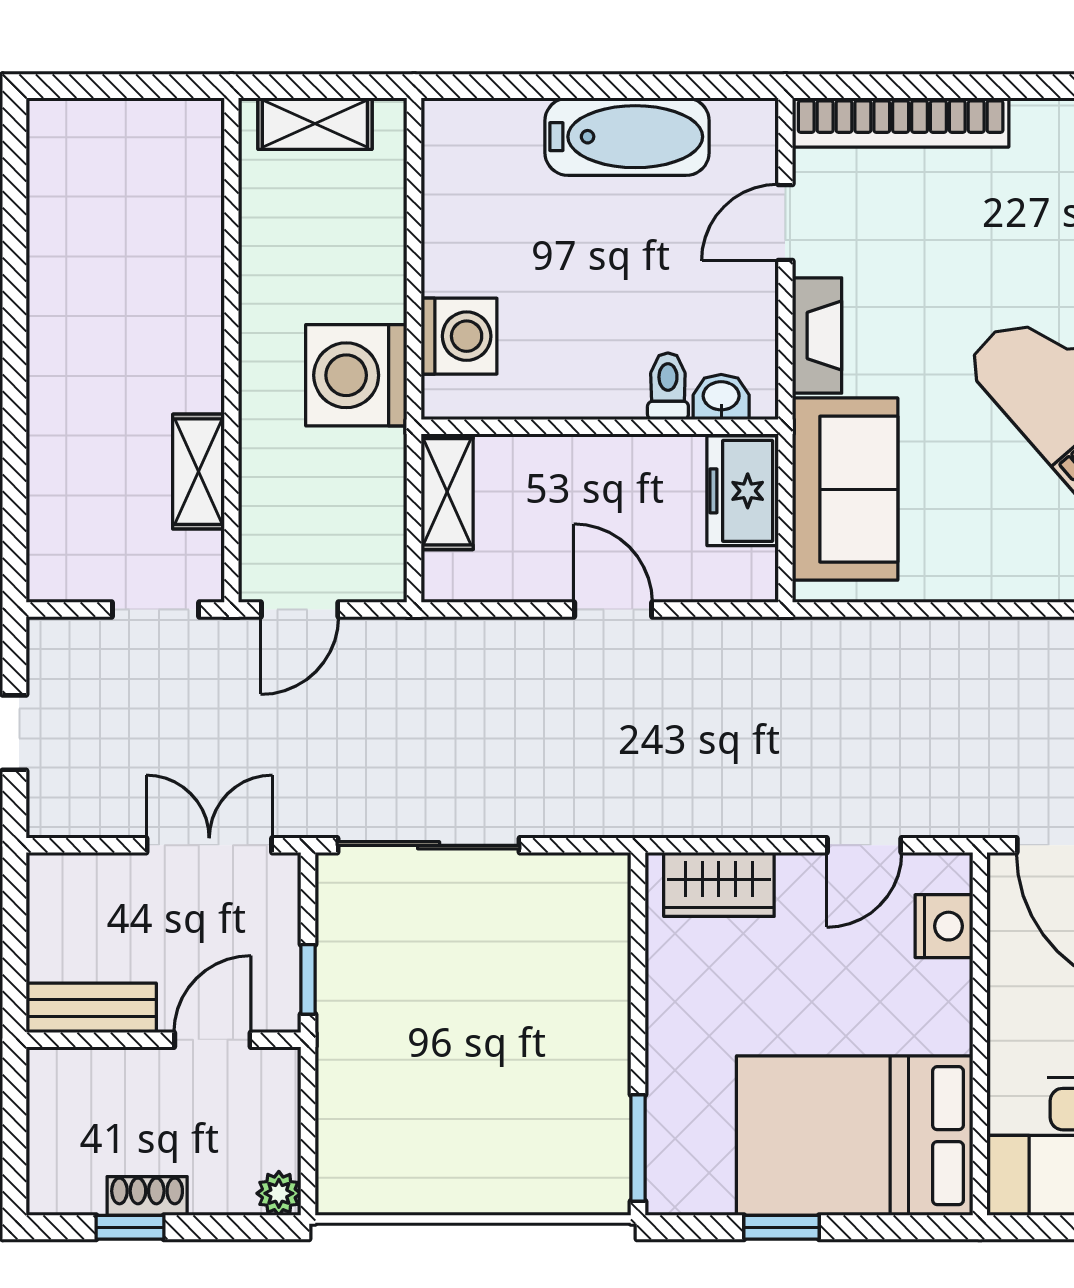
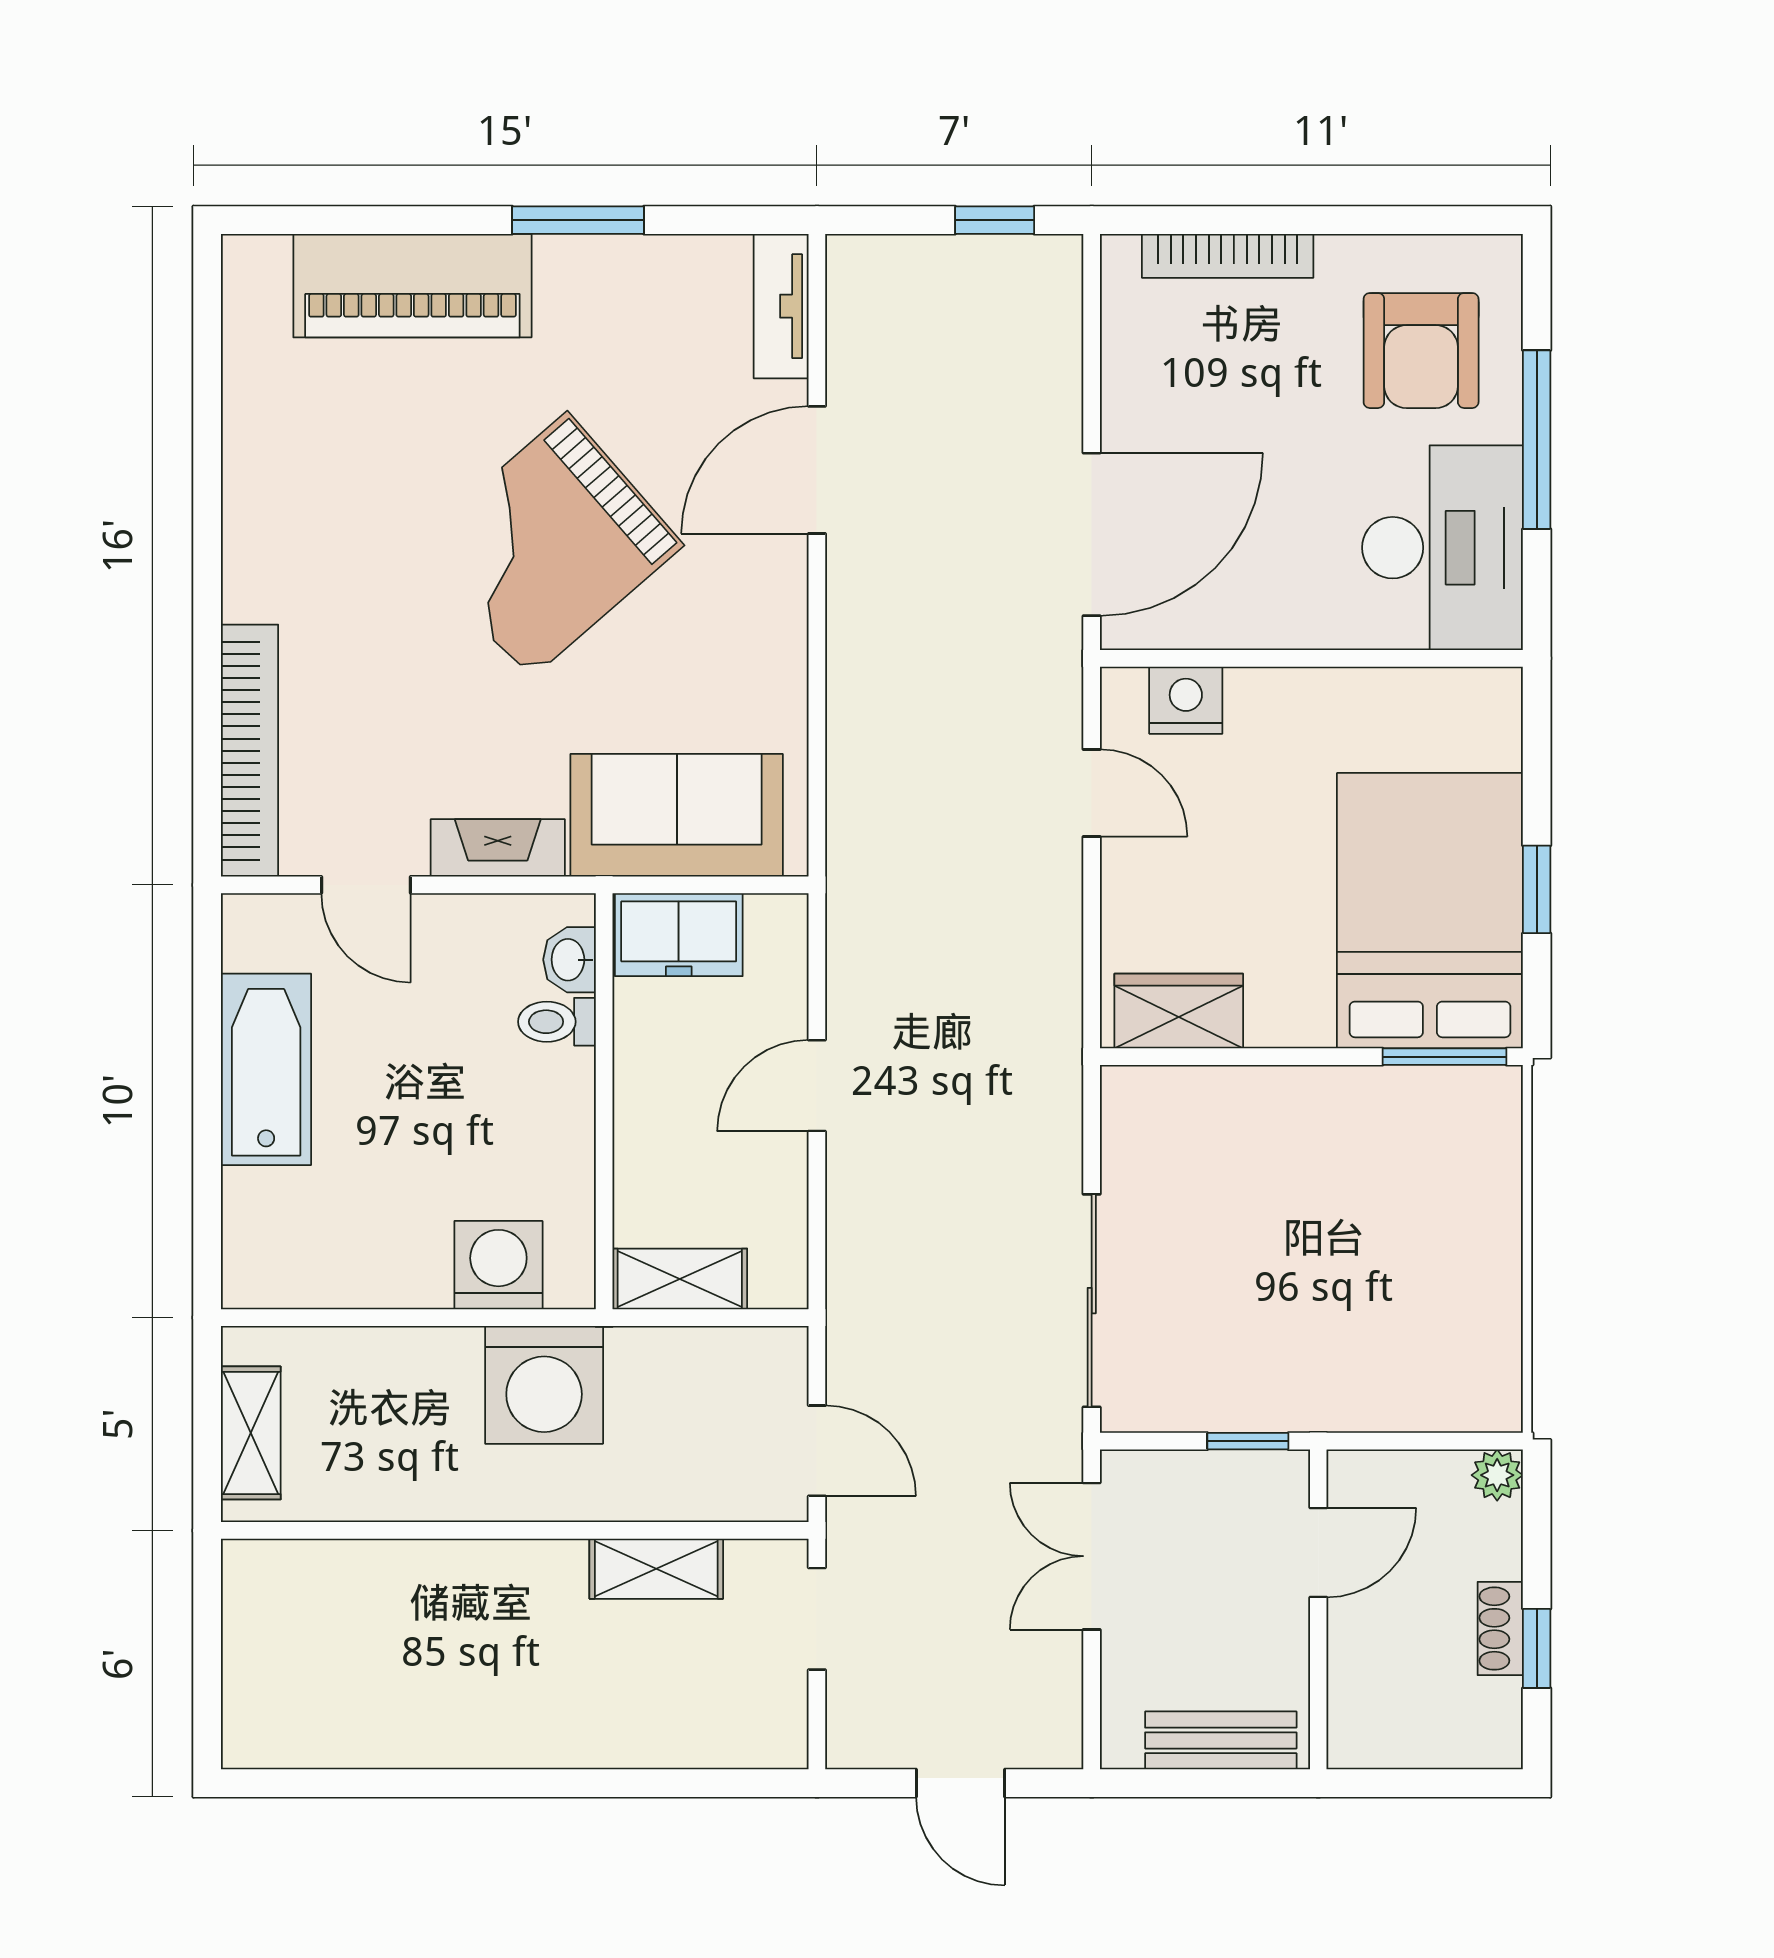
wardrobe: (719, 884) -> (1179, 1011), moved, turned -90
bench: (91, 1008) -> (1221, 1740), moved, turned 90
door: (212, 1040) -> (1318, 1553), swing flipped
bed: (855, 1136) -> (1430, 911), moved, turned 180

